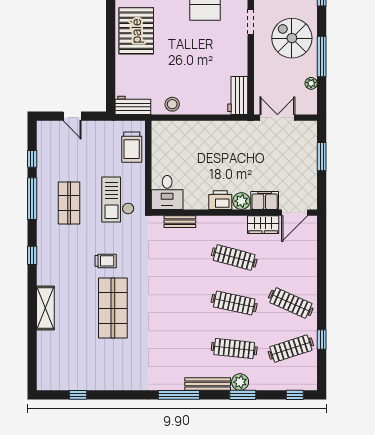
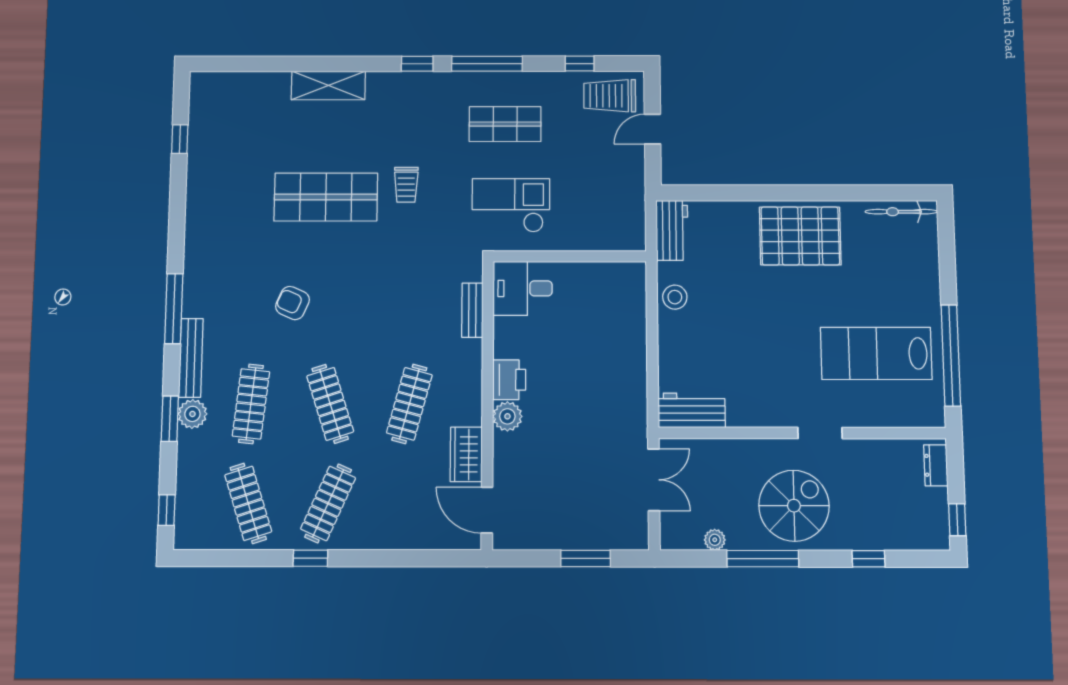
trolley: (132, 147) -> (610, 96), moved
window: (32, 199) -> (487, 64), moved
filing cabinet: (265, 200) -> (508, 457), removed
clothes rail: (234, 303) -> (330, 404), turned -30
armchair: (176, 326) -> (293, 303), added
window: (322, 339) -> (310, 558), moved

